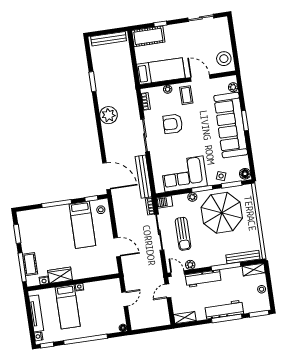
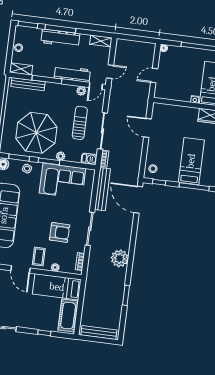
cot: (148, 36) -> (68, 316), moved, turned 90
bed: (82, 225) -> (191, 161), moved
door: (178, 274) -> (96, 86), hinge flipped

